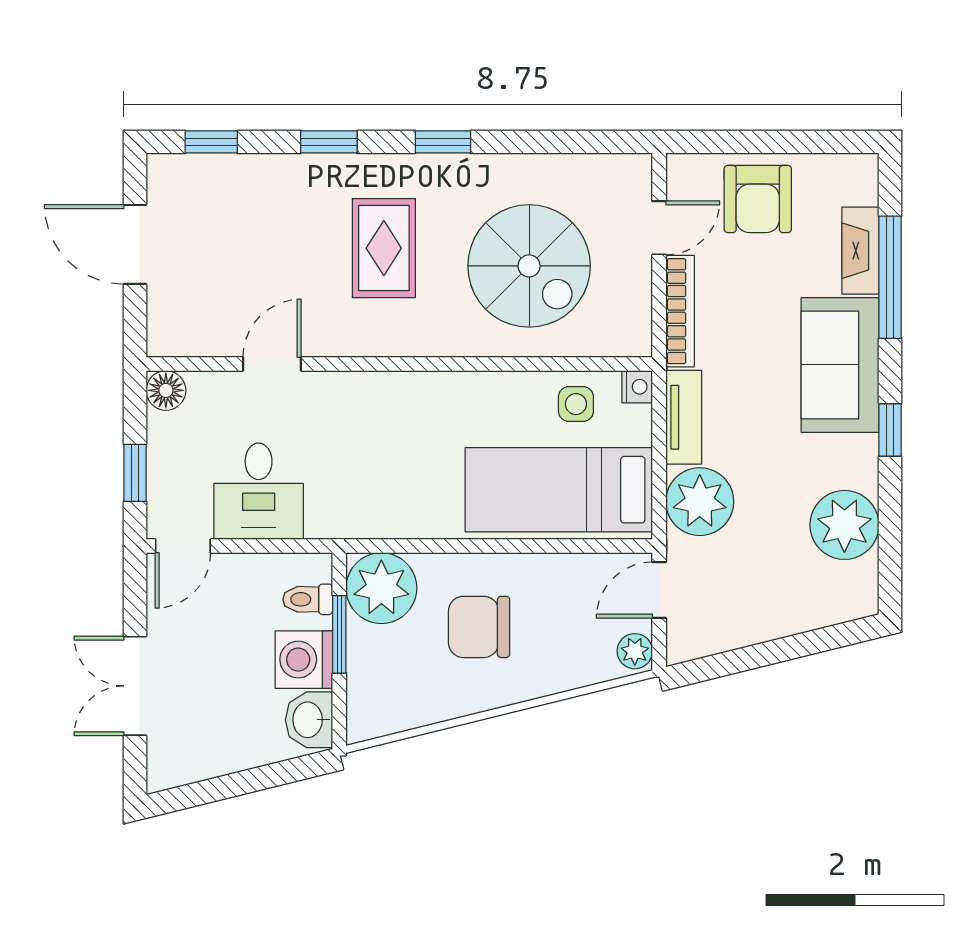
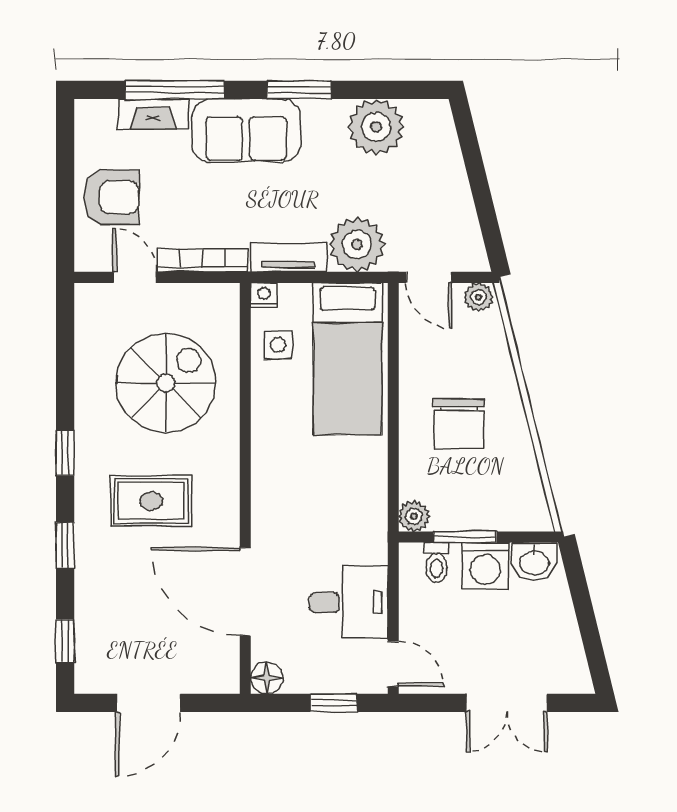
door: (272, 364) -> (245, 592), width x1.88
window: (890, 430) -> (299, 90), width x1.50
plant: (381, 588) -> (414, 516), width x0.53, depth x0.53

